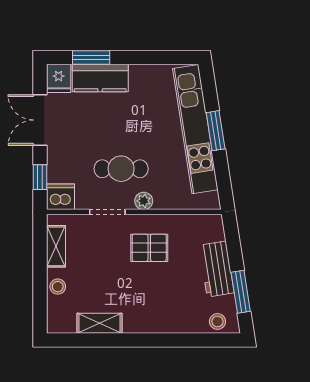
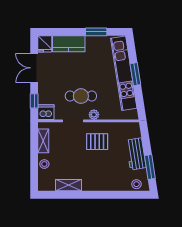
window: (91, 57) -> (96, 32), moved

